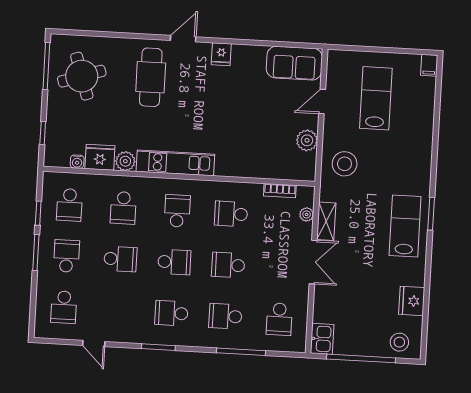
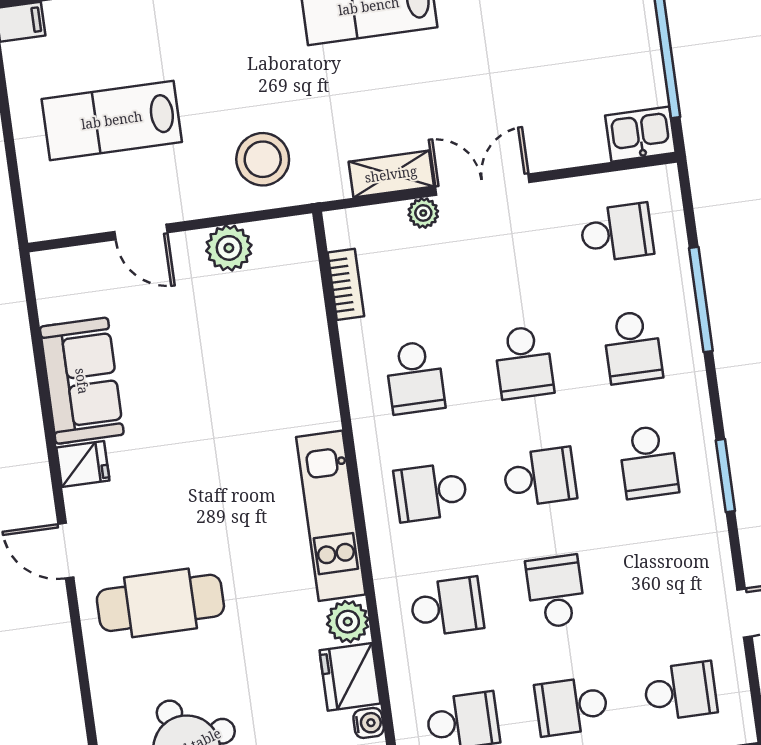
sofa: (294, 63) -> (82, 381), moved
plant: (307, 214) -> (423, 213), moved
school desk: (174, 262) -> (540, 477), turned 90

